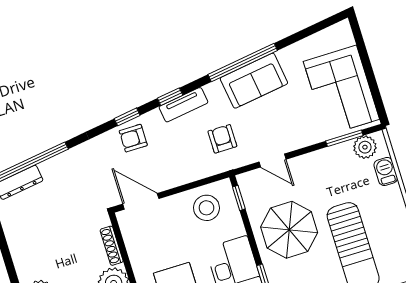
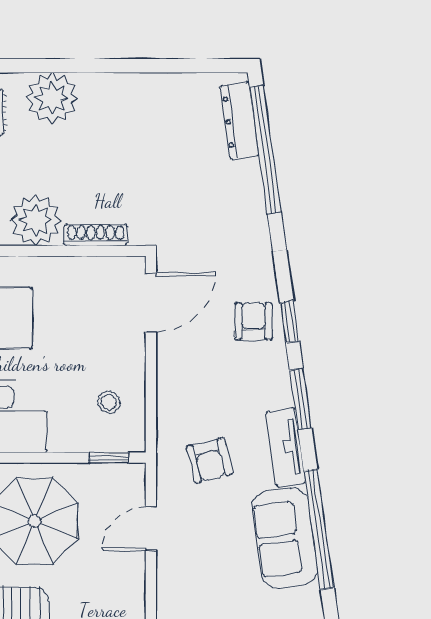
window: (170, 97) -> (301, 399), width x1.50
tv unit: (183, 105) -> (286, 447), moved
armchair: (222, 139) -> (209, 460), turned 76
stool: (206, 208) -> (109, 402), width x0.53, depth x0.53

